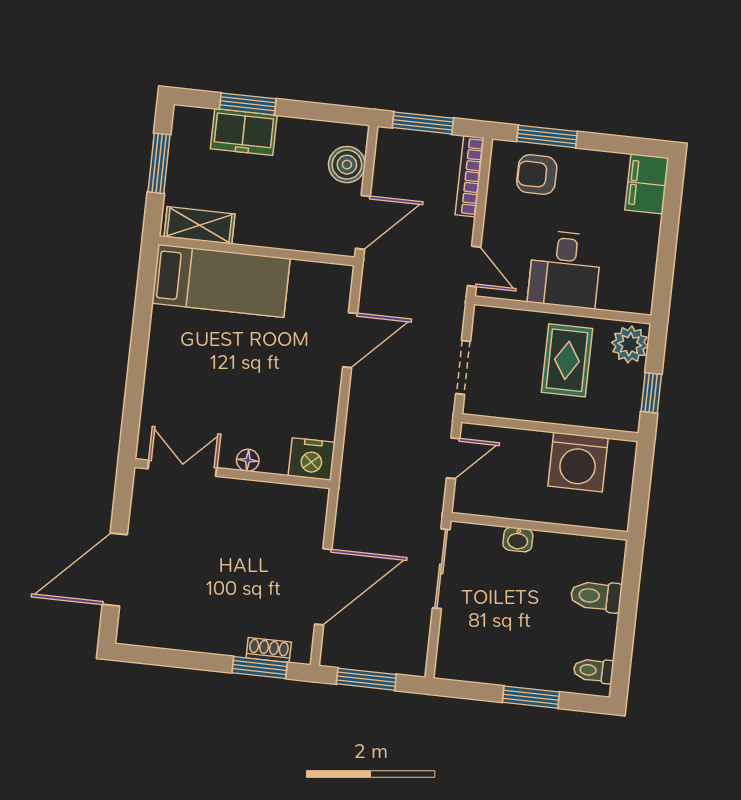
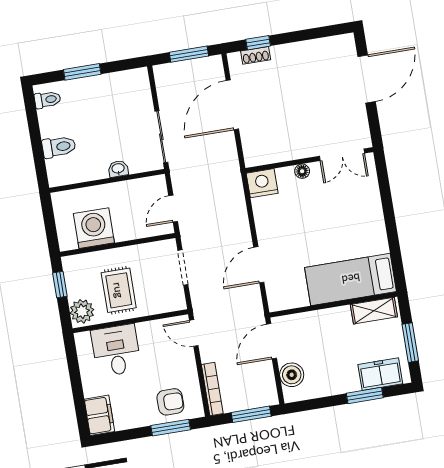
freezer: (244, 132) -> (380, 374), moved
desk: (565, 269) -> (116, 350), moved
window: (260, 668) -> (258, 43), width x0.67

